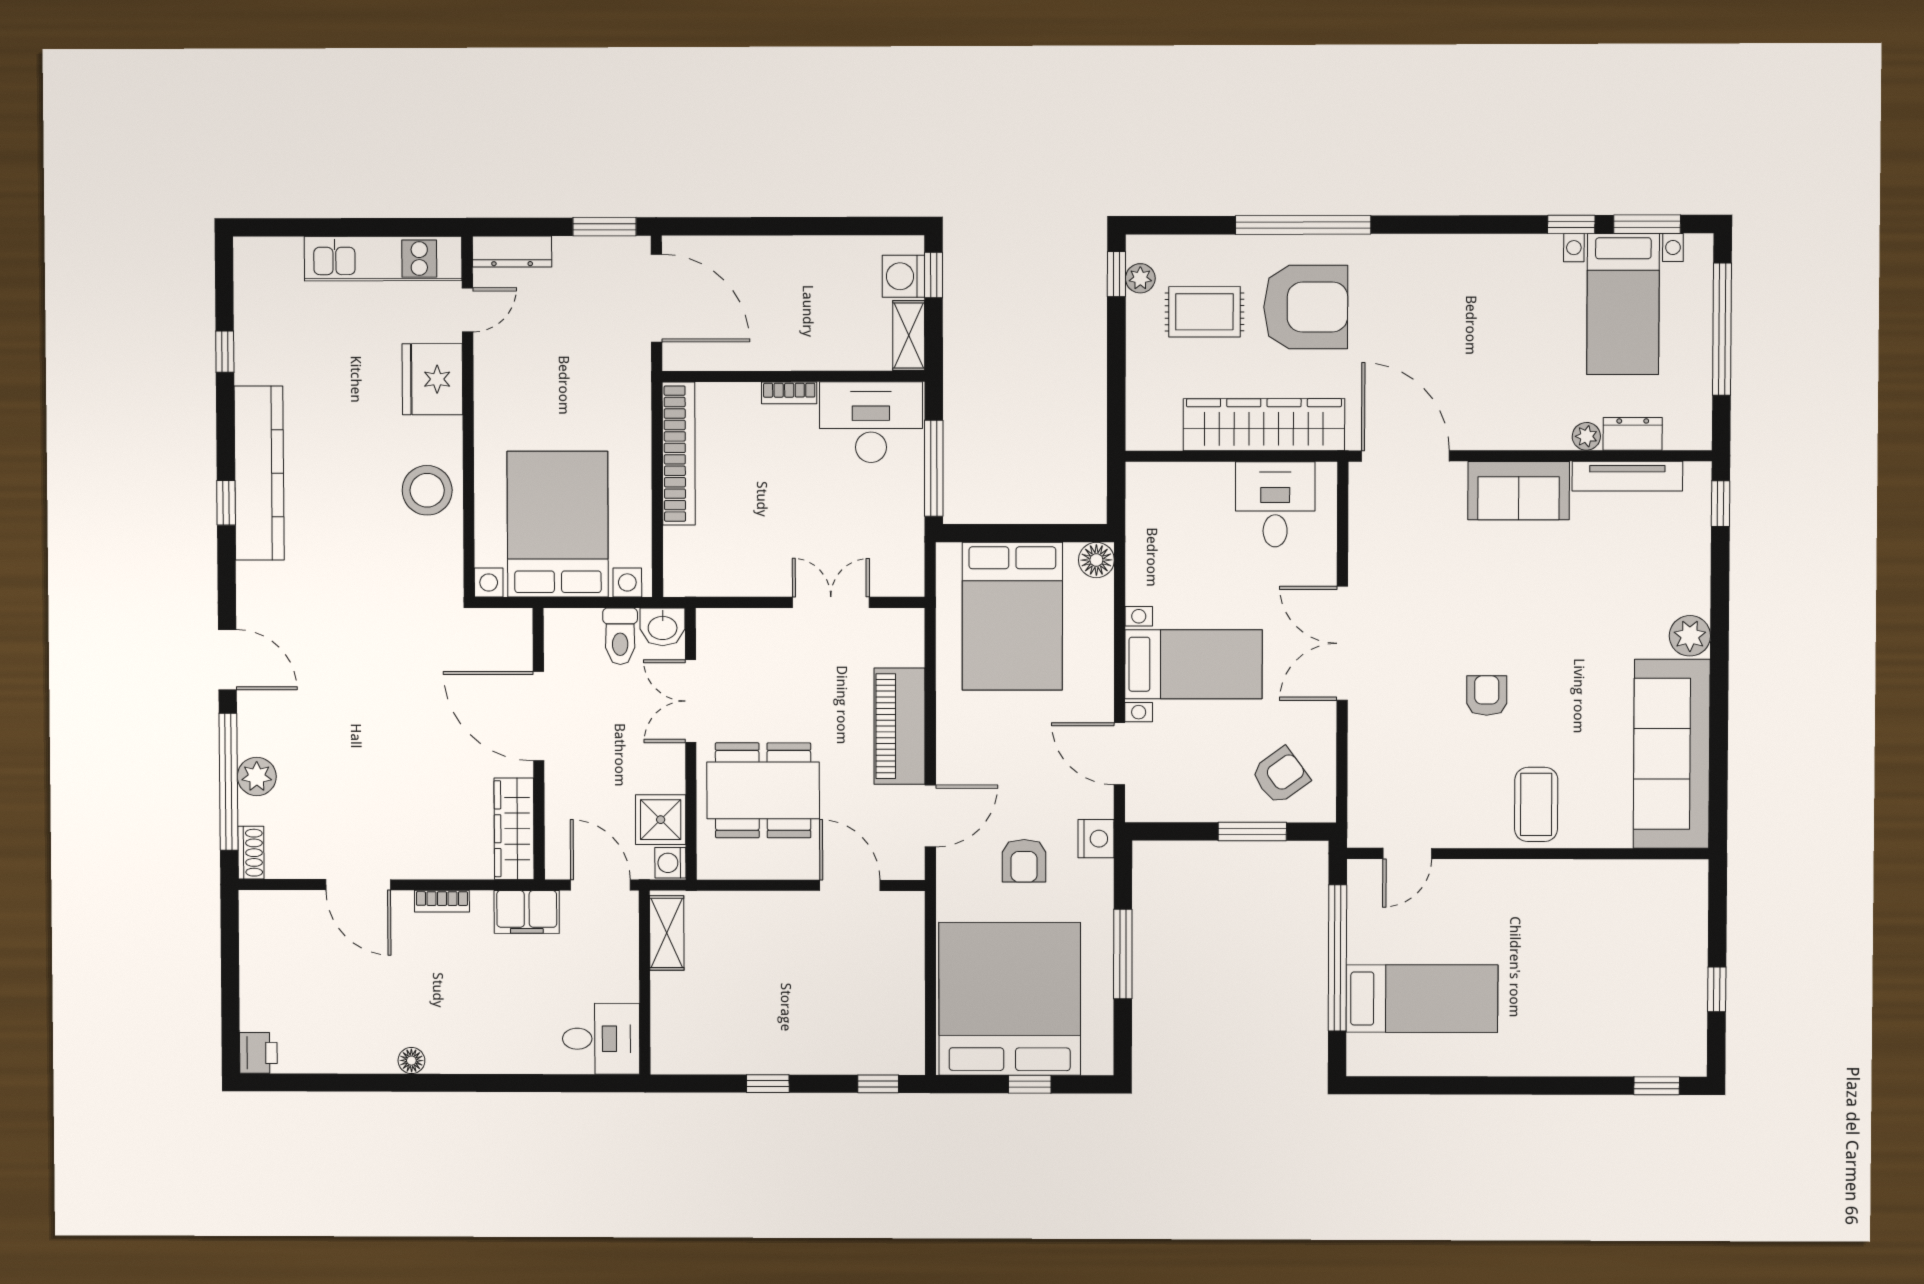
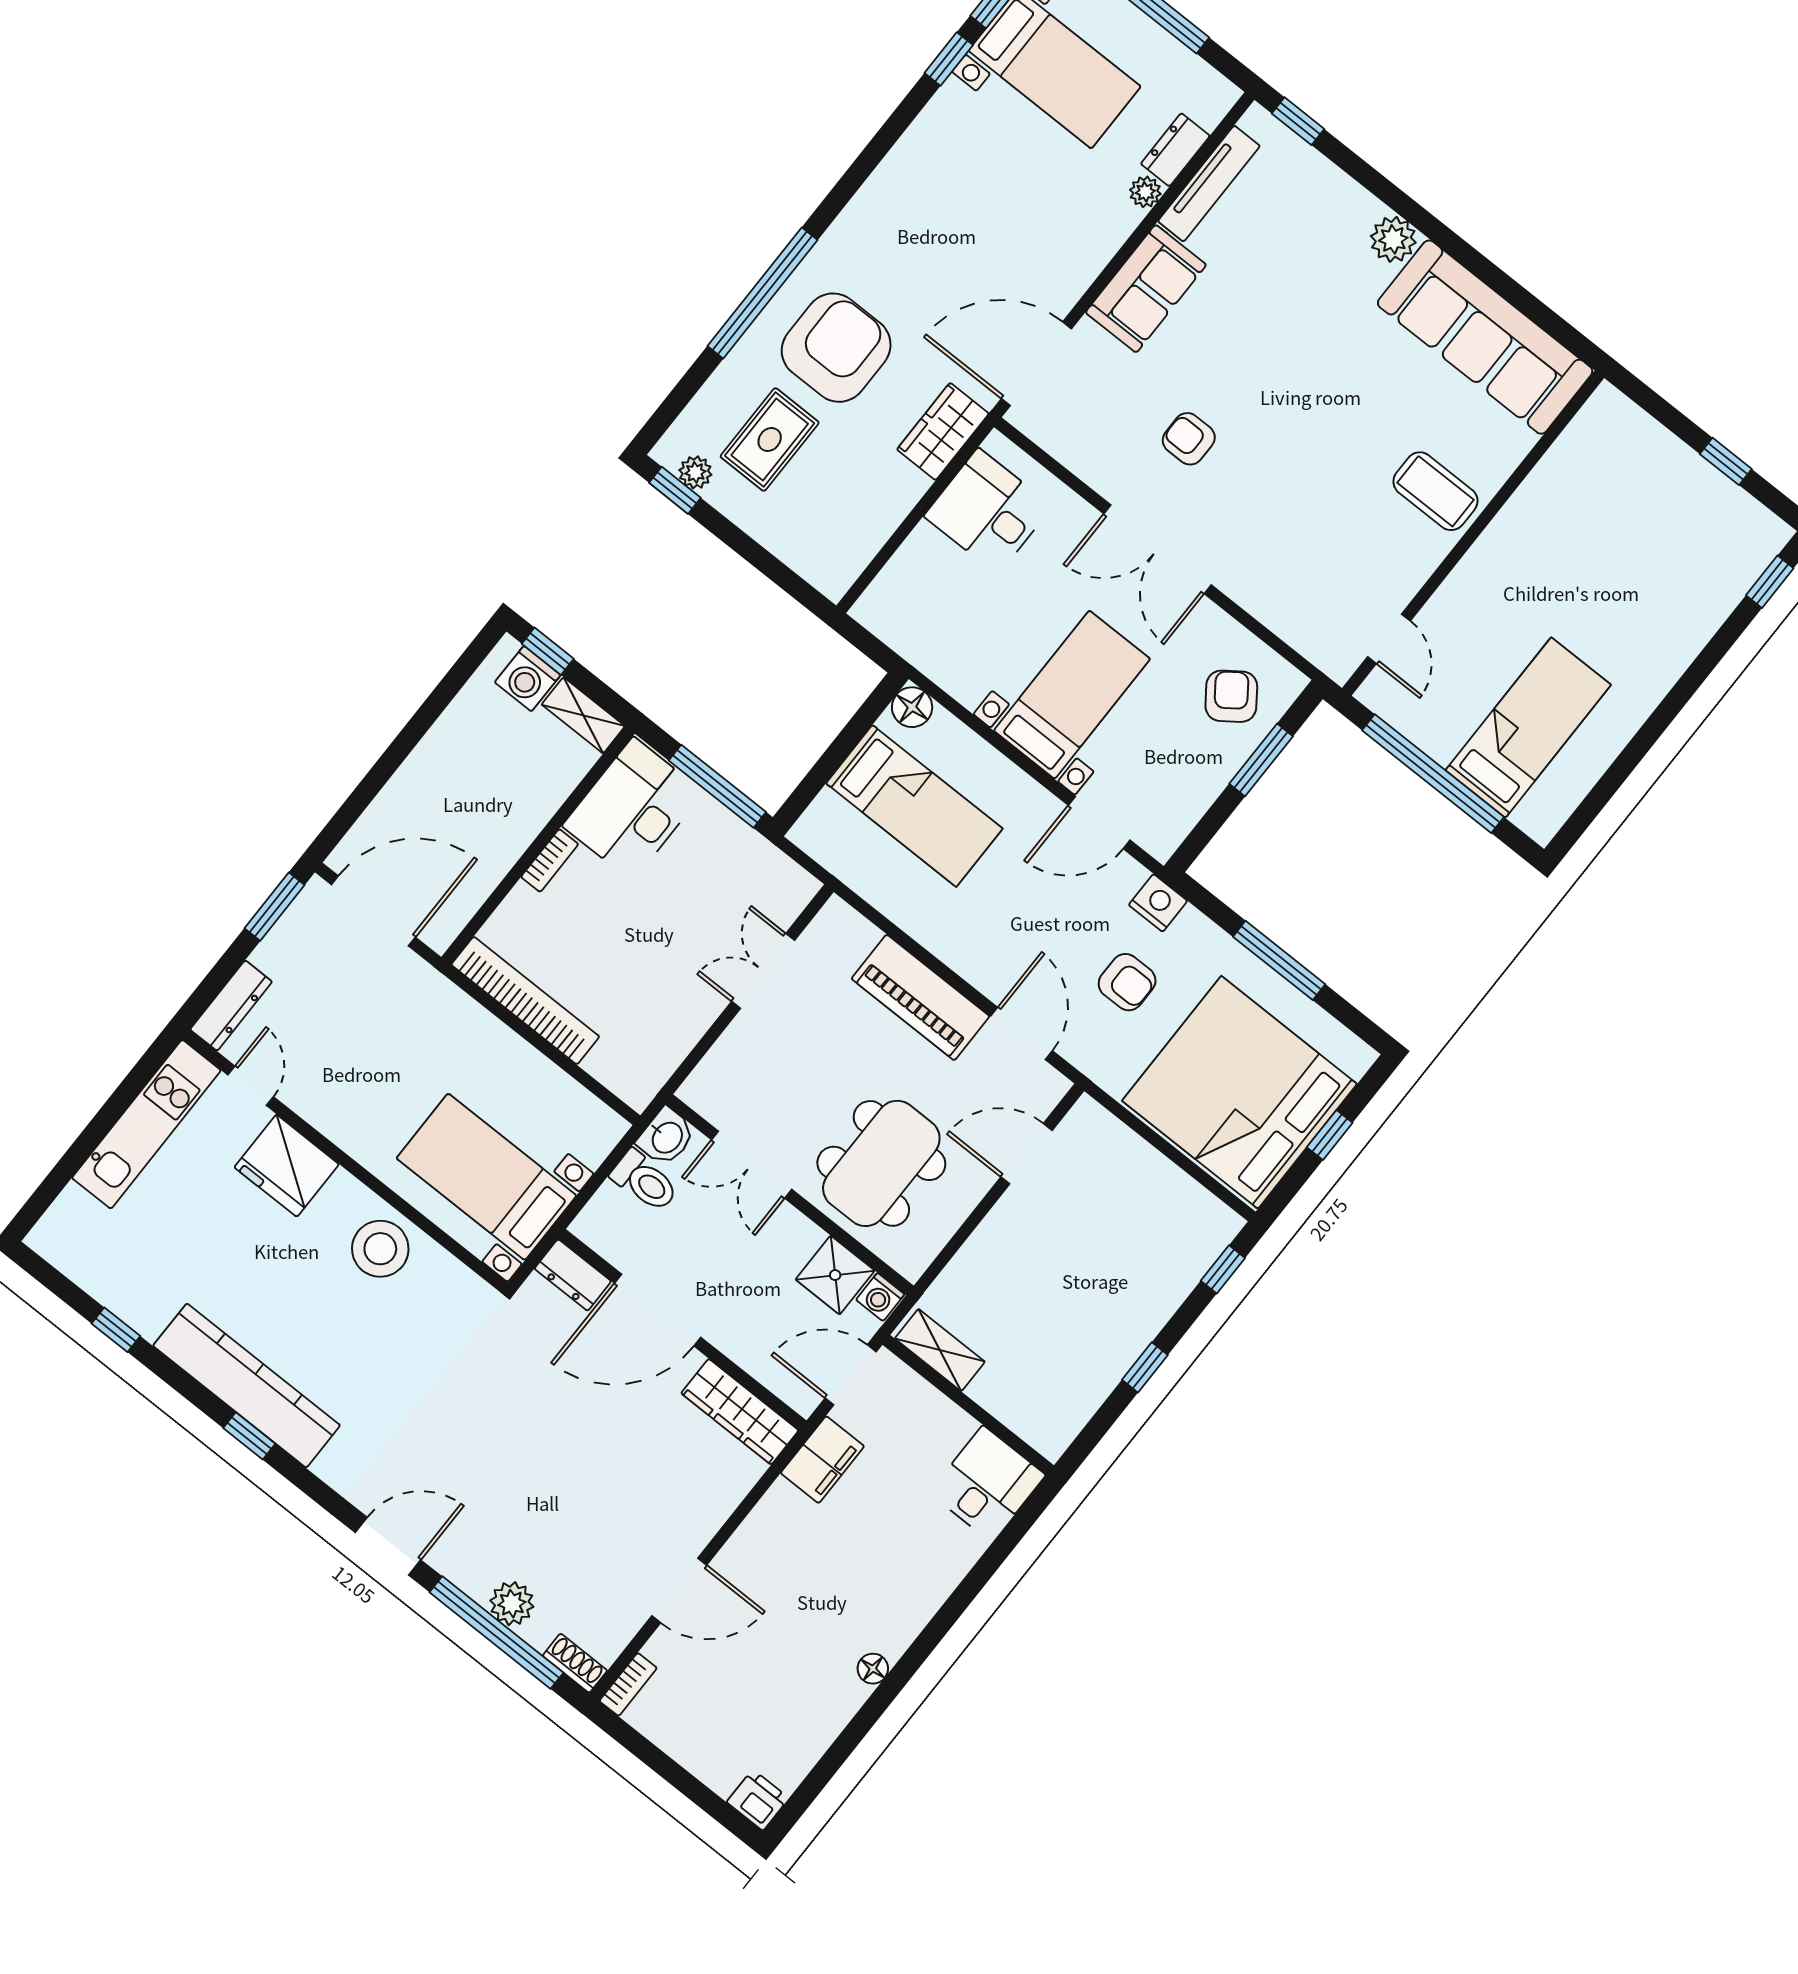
wardrobe: (1264, 425) -> (943, 431), width x0.48, depth x0.85
bed with nightstands: (558, 524) -> (486, 1177), width x0.73
bed: (1012, 616) -> (914, 806), width x0.67
dresser: (516, 638) -> (573, 1275), added
armchair: (1487, 695) -> (1189, 439), moved
bookcase: (442, 901) -> (628, 1684), moved

